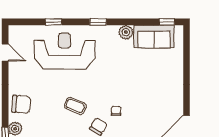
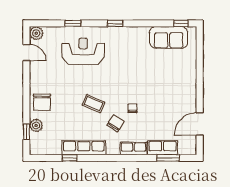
plant: (126, 32) -> (36, 33), moved
reception desk: (64, 51) -> (83, 51), width x0.74, depth x0.77
chair: (21, 104) -> (42, 102), turned 85

